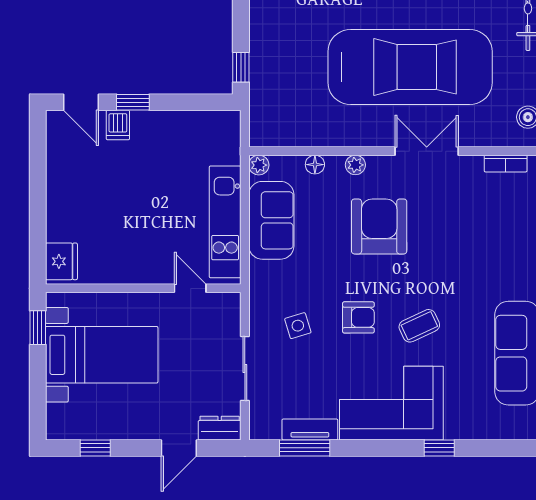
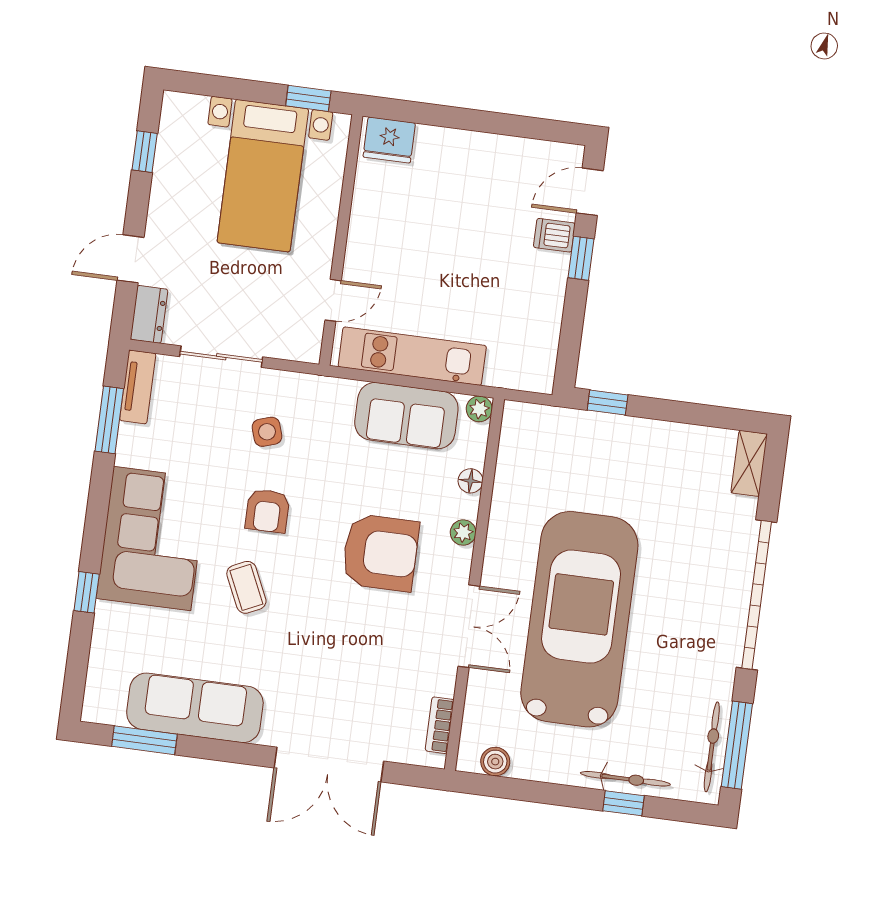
car: (410, 67) -> (579, 619), turned 180
tv unit: (310, 429) -> (138, 387), moved
door: (179, 448) -> (130, 259), hinge flipped

